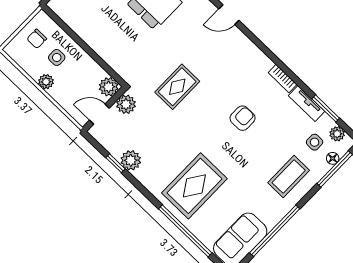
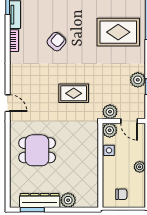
side table: (57, 57) -> (109, 150), moved
armchair: (243, 118) -> (56, 42), turned 131

